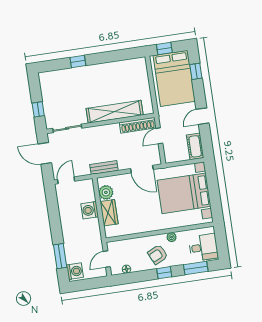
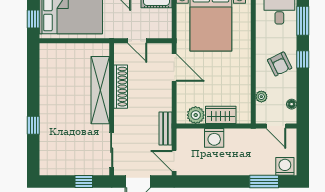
shoe rack: (138, 125) -> (121, 87), moved
bench: (104, 168) -> (166, 128), moved
door: (142, 169) -> (174, 68), hinge flipped
plant: (172, 237) -> (261, 97), moved

